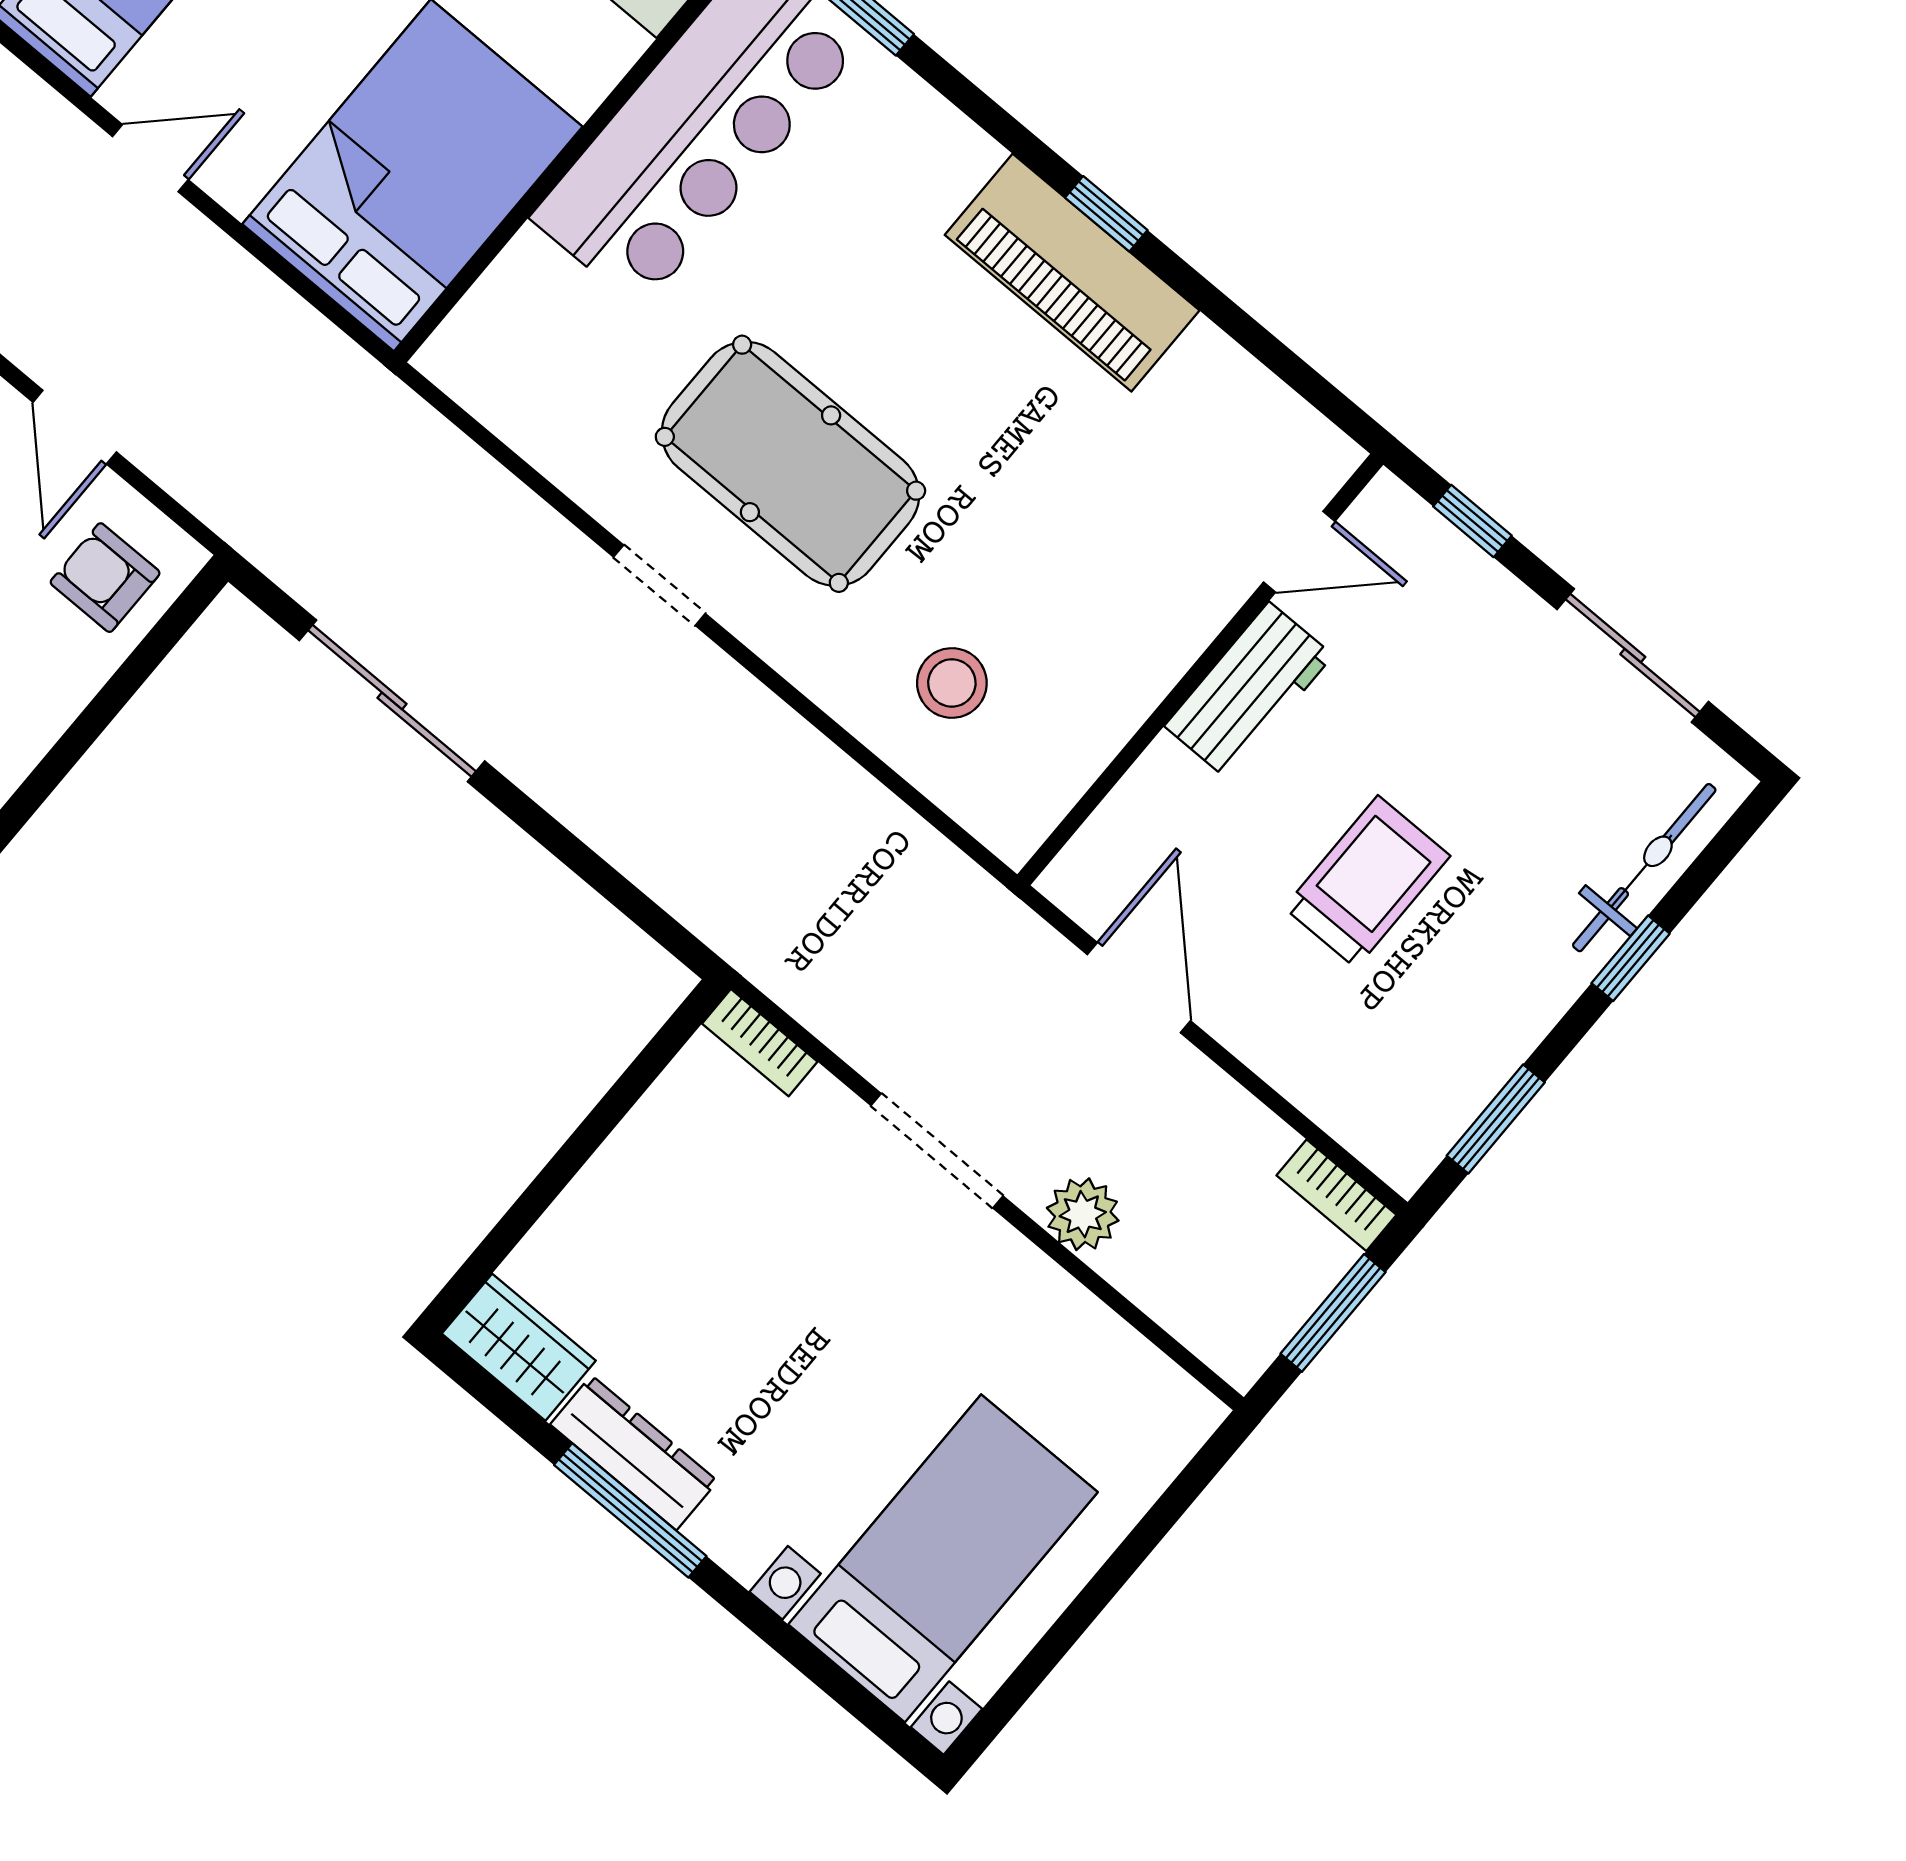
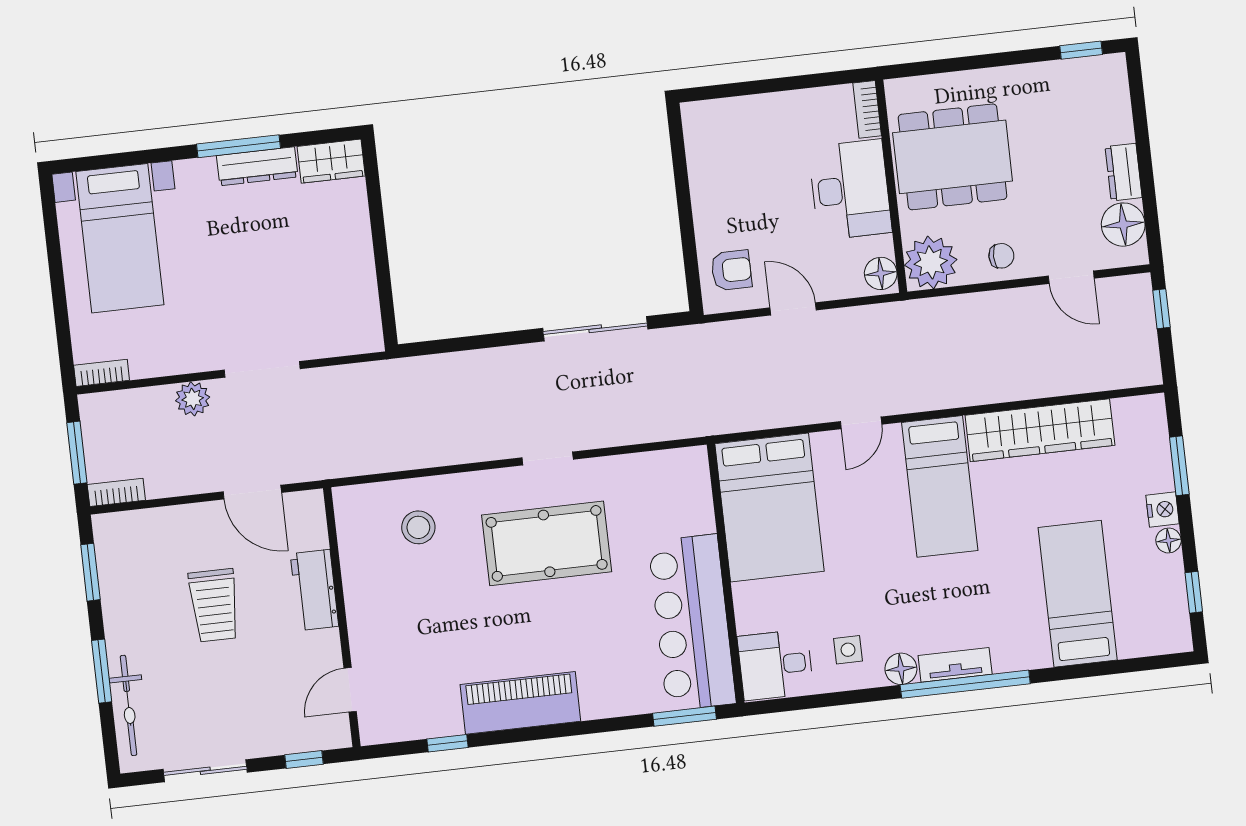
window: (1106, 214) -> (448, 743), moved
workbench: (1249, 691) -> (314, 590), moved
window: (1631, 958) -> (102, 671), width x1.50
bookcase: (760, 1043) -> (102, 373), moved

